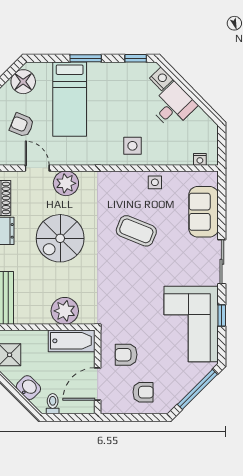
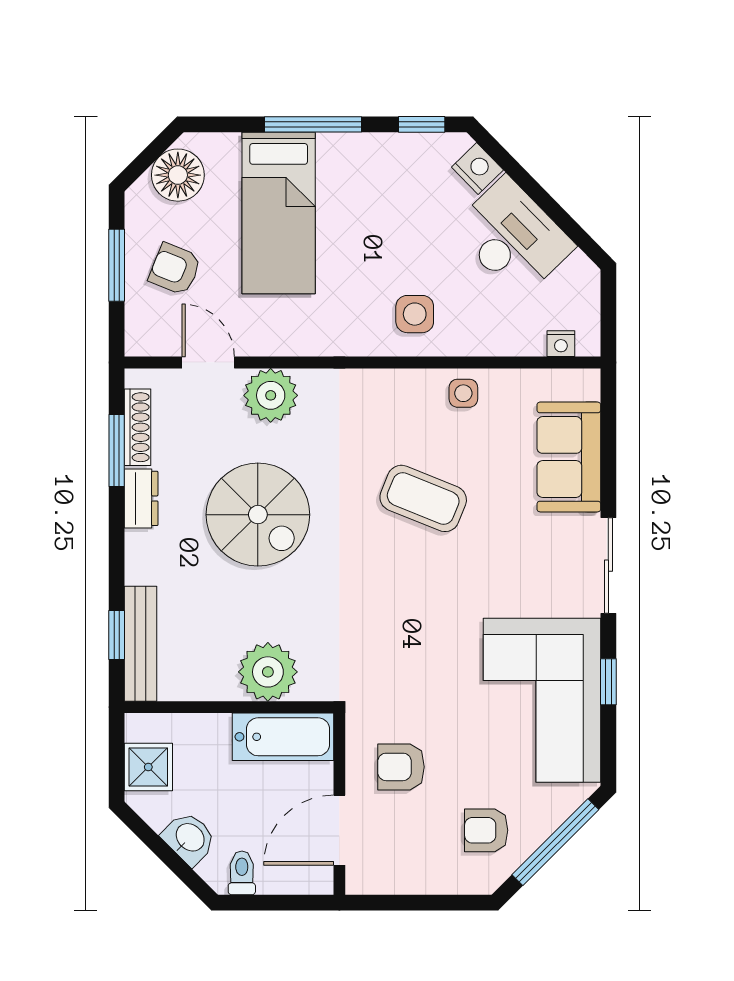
window: (86, 58) -> (313, 124), width x1.44
desk: (173, 106) -> (513, 237), width x1.37
spiral stairs: (60, 238) -> (258, 515), turned -90
armchair: (143, 392) -> (486, 830), moved, turned 180

